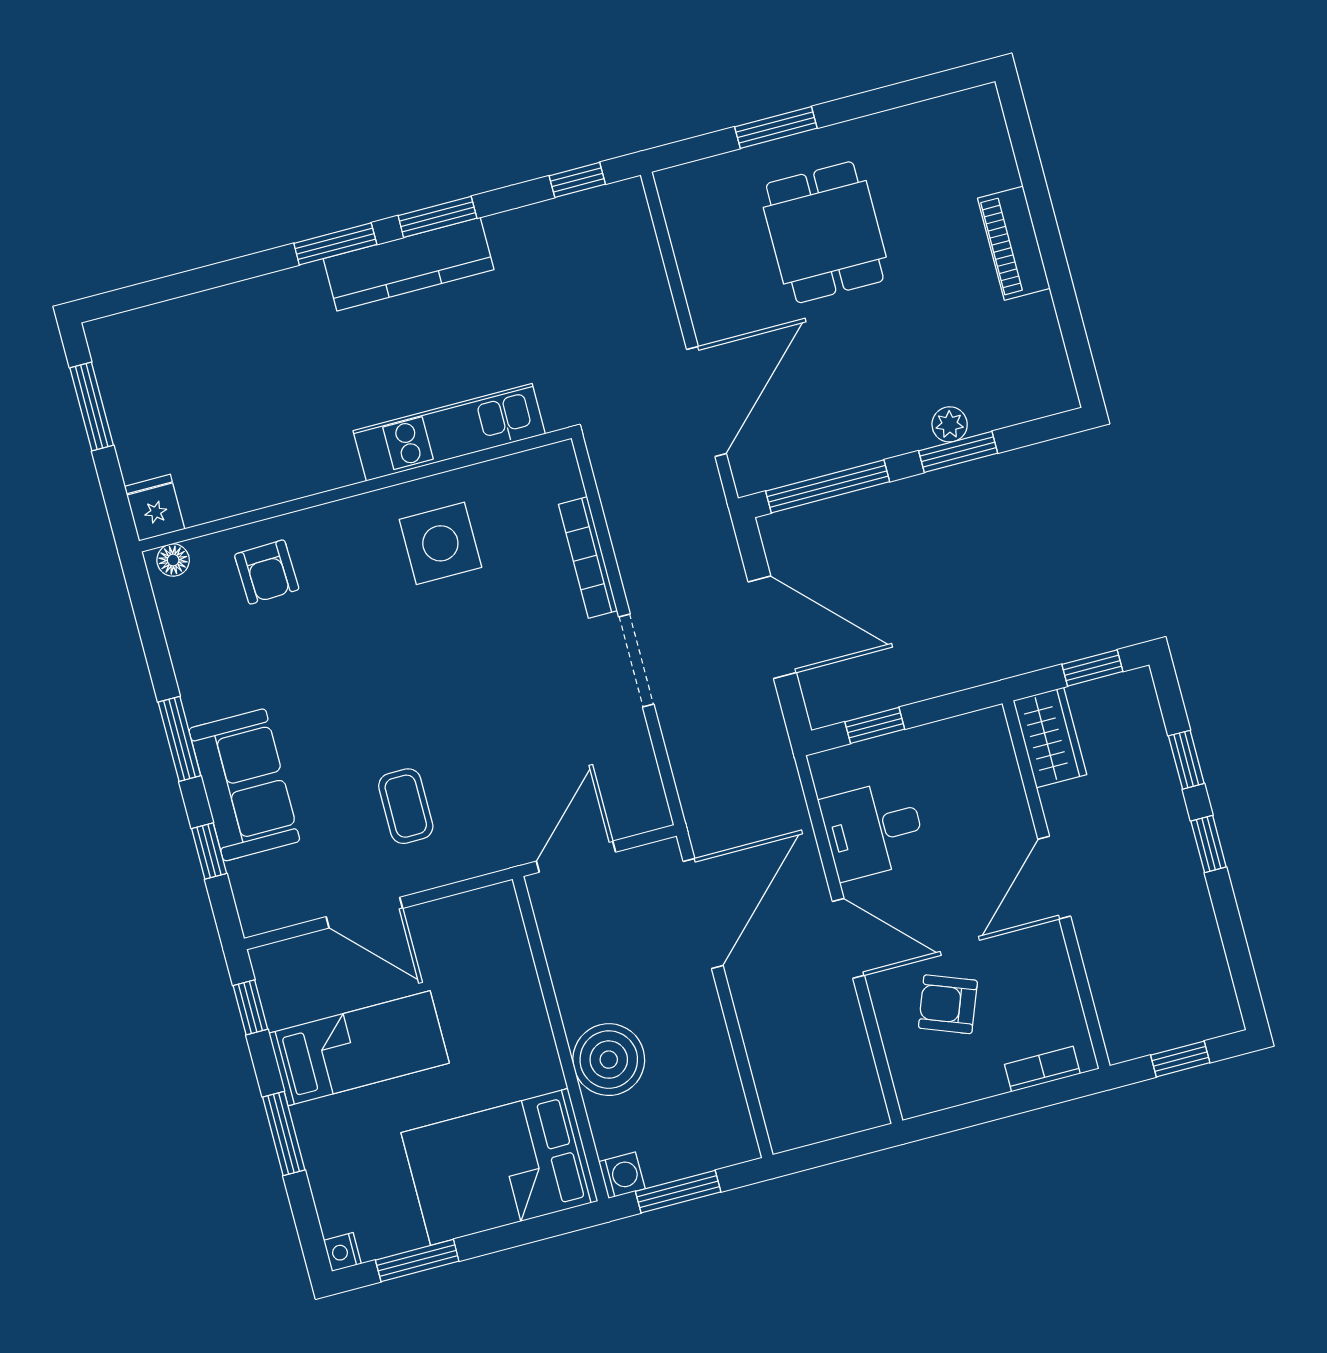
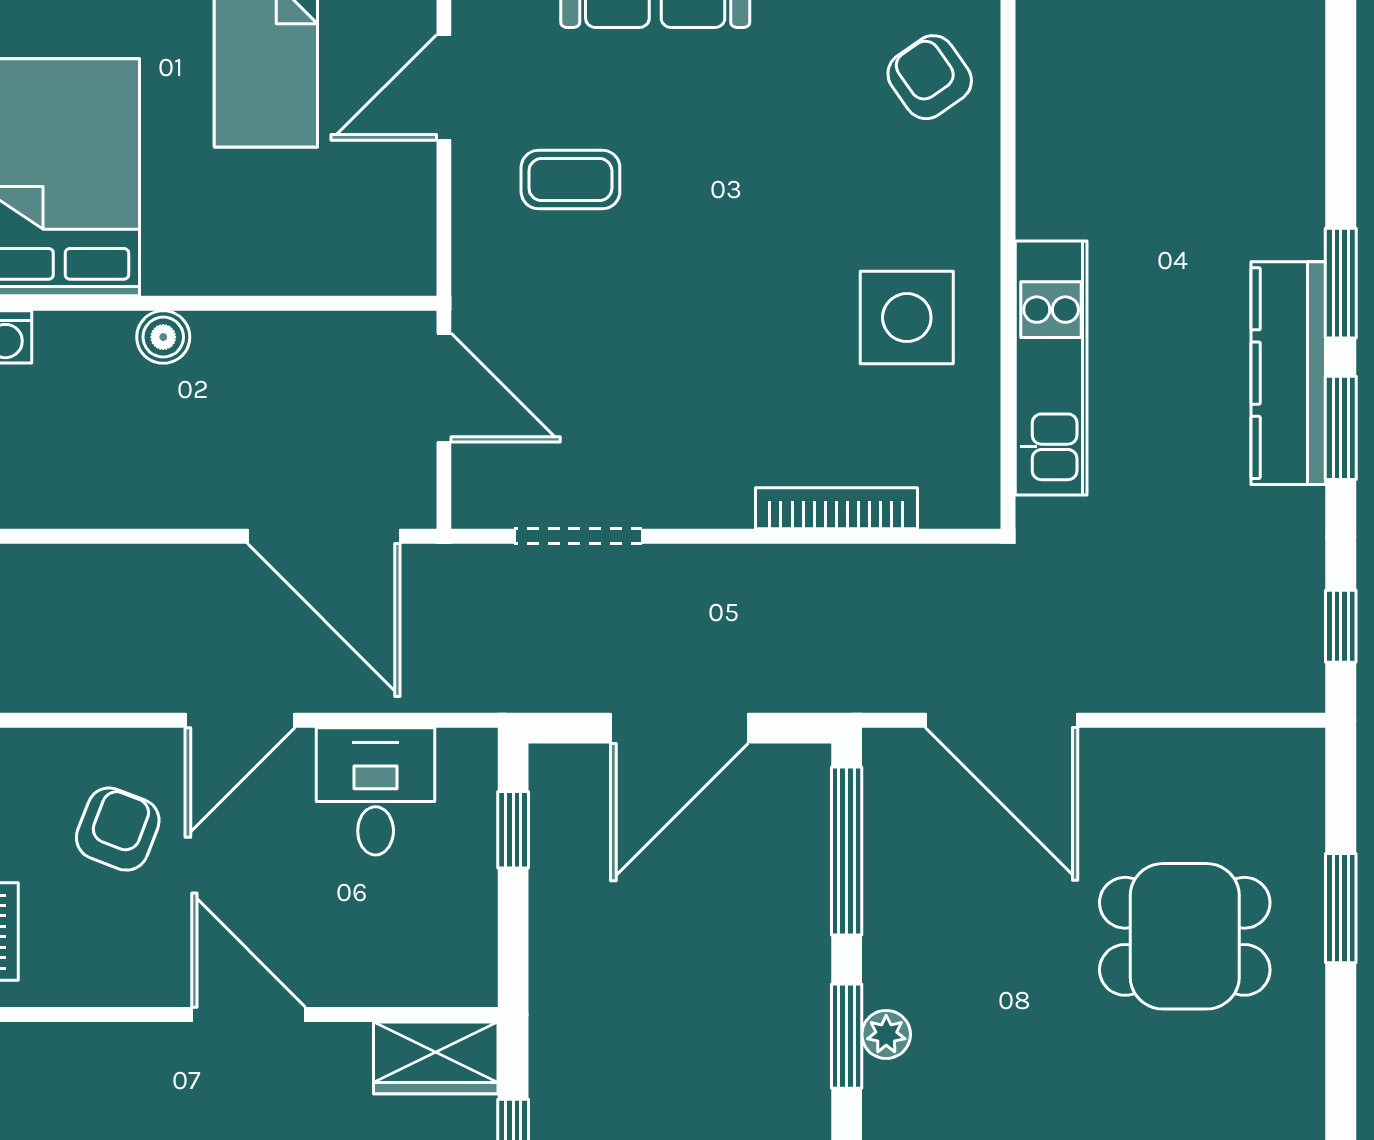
armchair: (267, 572) -> (930, 77), turned 57
doorway: (636, 660) -> (578, 536), moved
boiler: (609, 1060) -> (163, 337), width x0.54, depth x0.54

